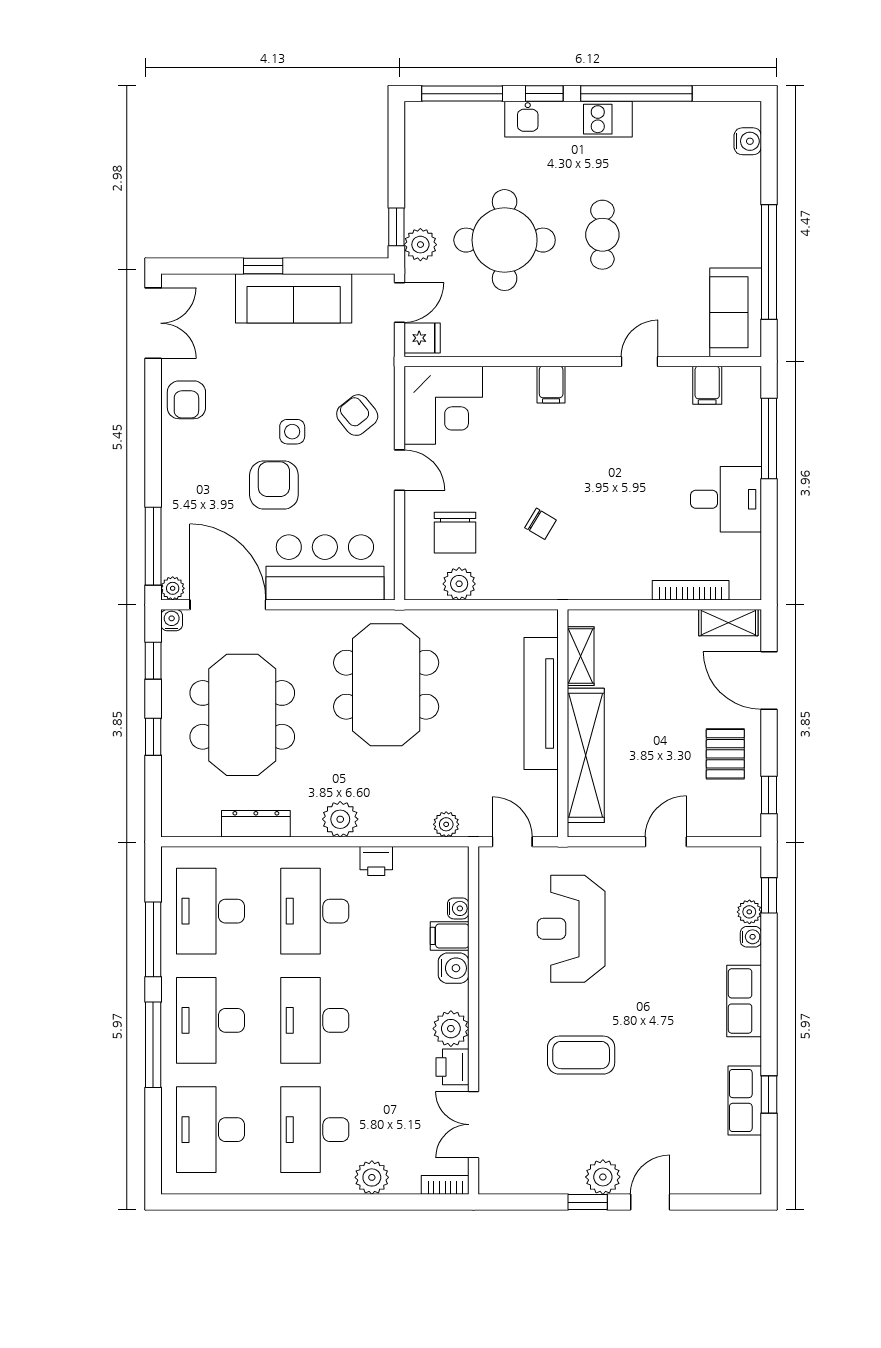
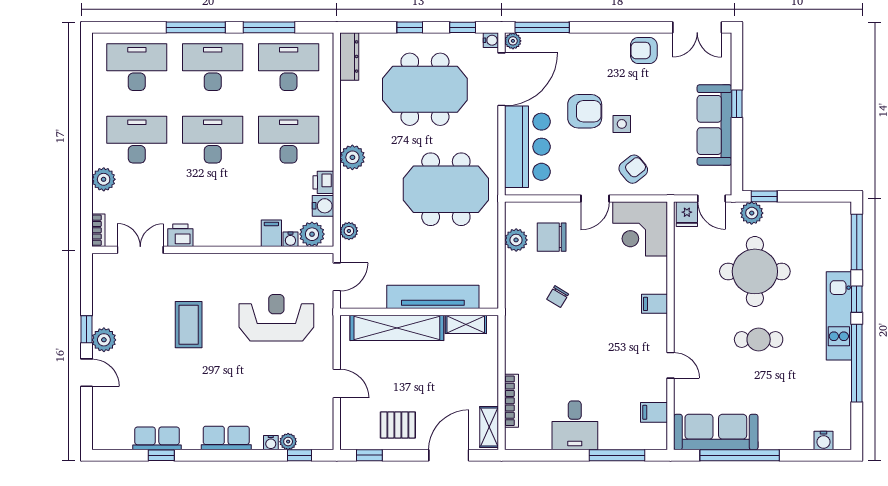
sofa: (736, 312) -> (716, 432), width x1.36
dresser: (256, 824) -> (349, 56), moved
water cooler: (454, 968) -> (323, 206), moved, turned -90
plant: (451, 1029) -> (312, 234), moved

